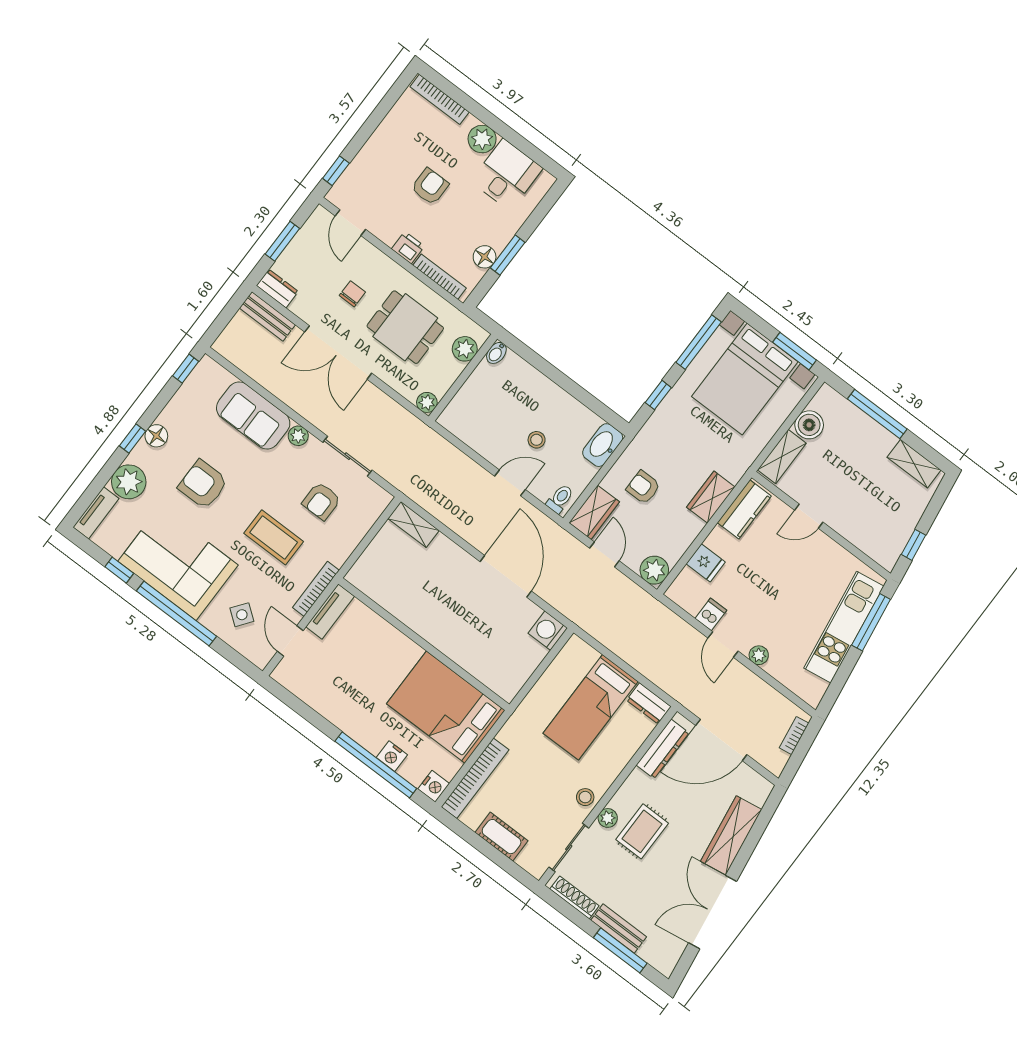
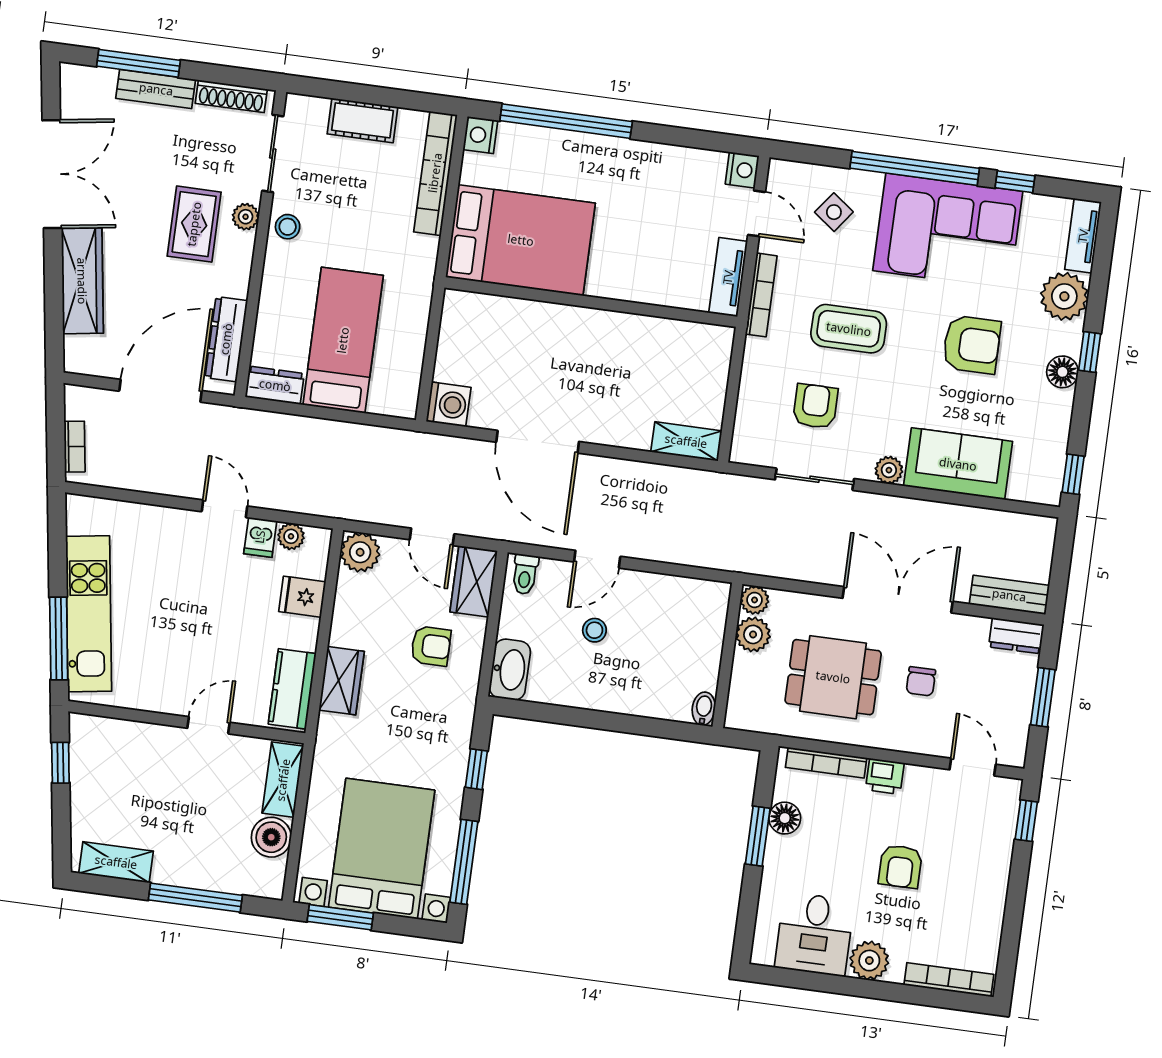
plant: (465, 349) -> (753, 634), moved
plant: (759, 655) -> (291, 536), moved
nightstand: (392, 756) -> (742, 170), moved, turned 90

